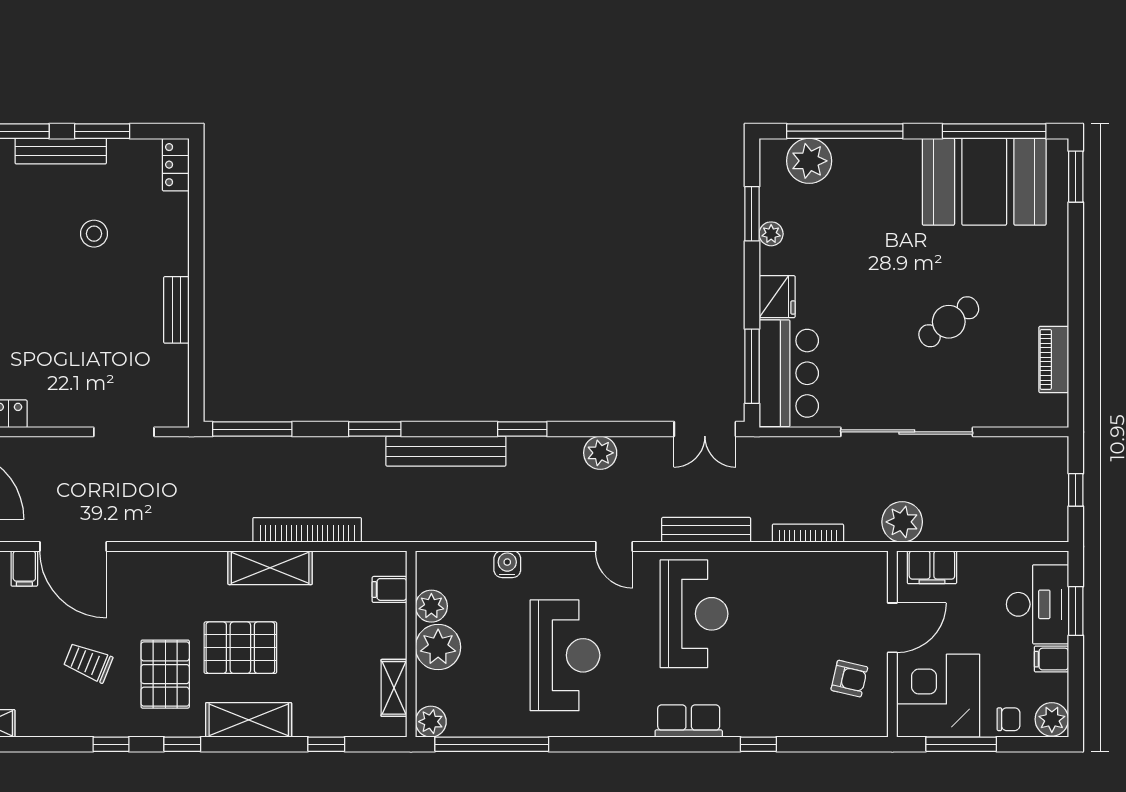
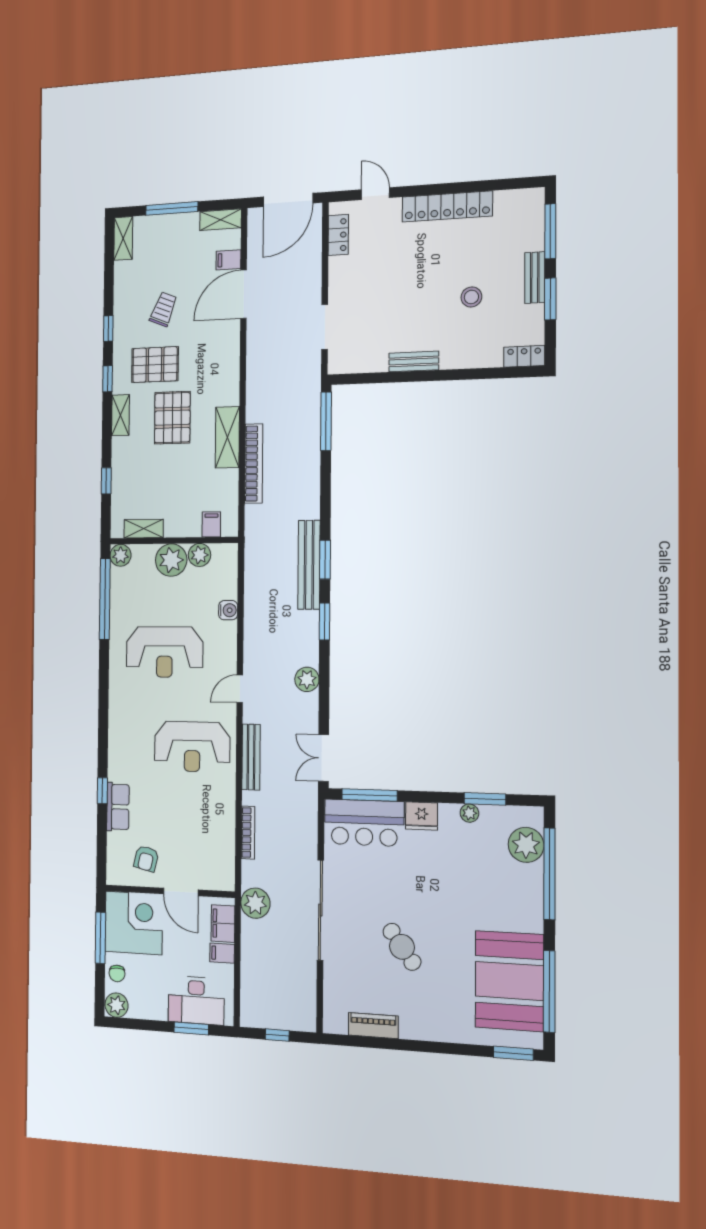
bench: (61, 151) -> (535, 278), width x0.73
window: (375, 429) -> (325, 560), moved
filing cabinet: (1051, 659) -> (222, 953), moved, turned -90
shelving: (249, 720) -> (121, 415), width x0.67, depth x0.75
row of seats: (689, 721) -> (118, 807), moved

